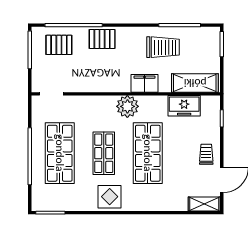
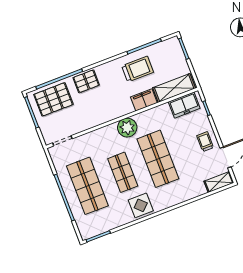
pallet: (59, 45) -> (53, 99), width x1.50, depth x1.42
filing cabinet: (144, 83) -> (144, 100), moved
freezer: (184, 106) -> (184, 105), moved

